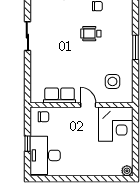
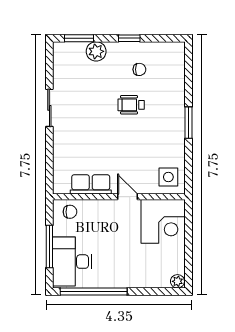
side table: (112, 81) -> (168, 177), moved
window: (27, 144) -> (49, 247), width x2.17
window: (62, 179) -> (94, 292), added

